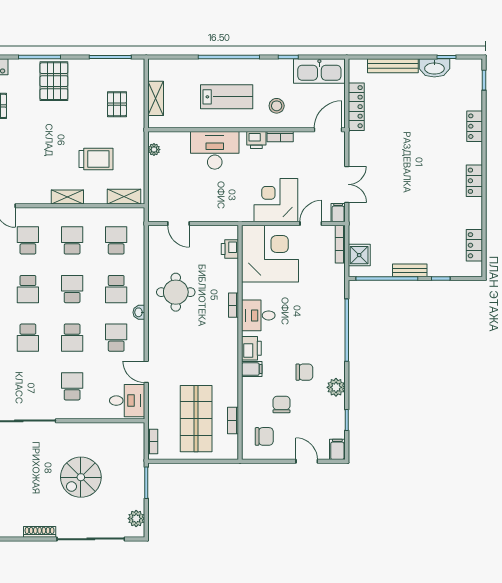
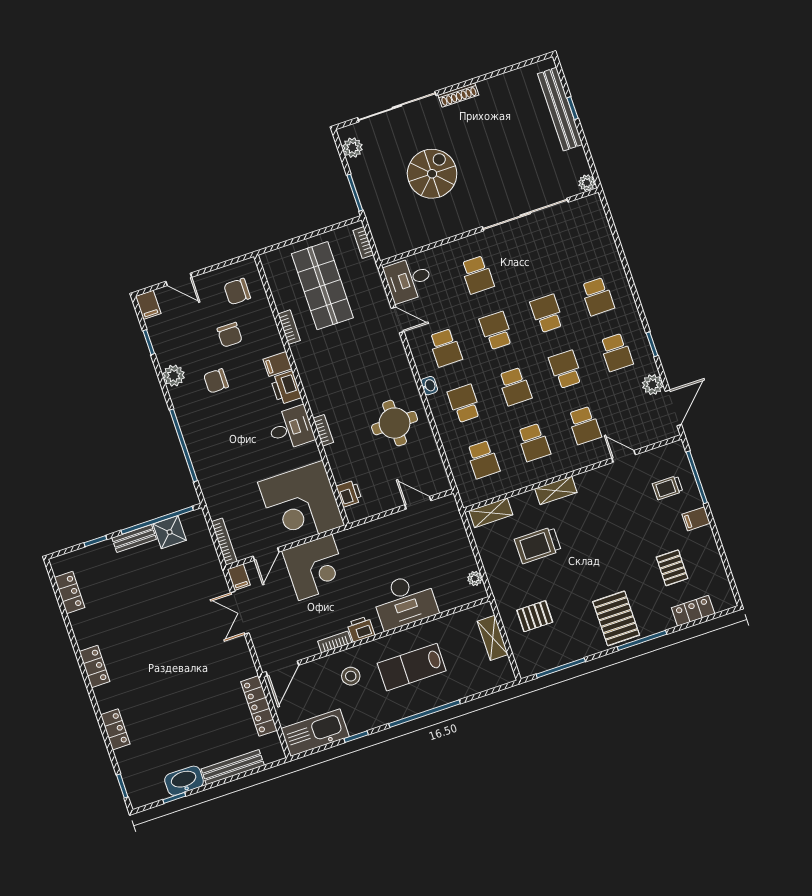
pallet: (117, 104) -> (535, 616), turned 90
shower: (359, 255) -> (170, 532), moved
bookcase: (233, 420) -> (289, 327), moved

